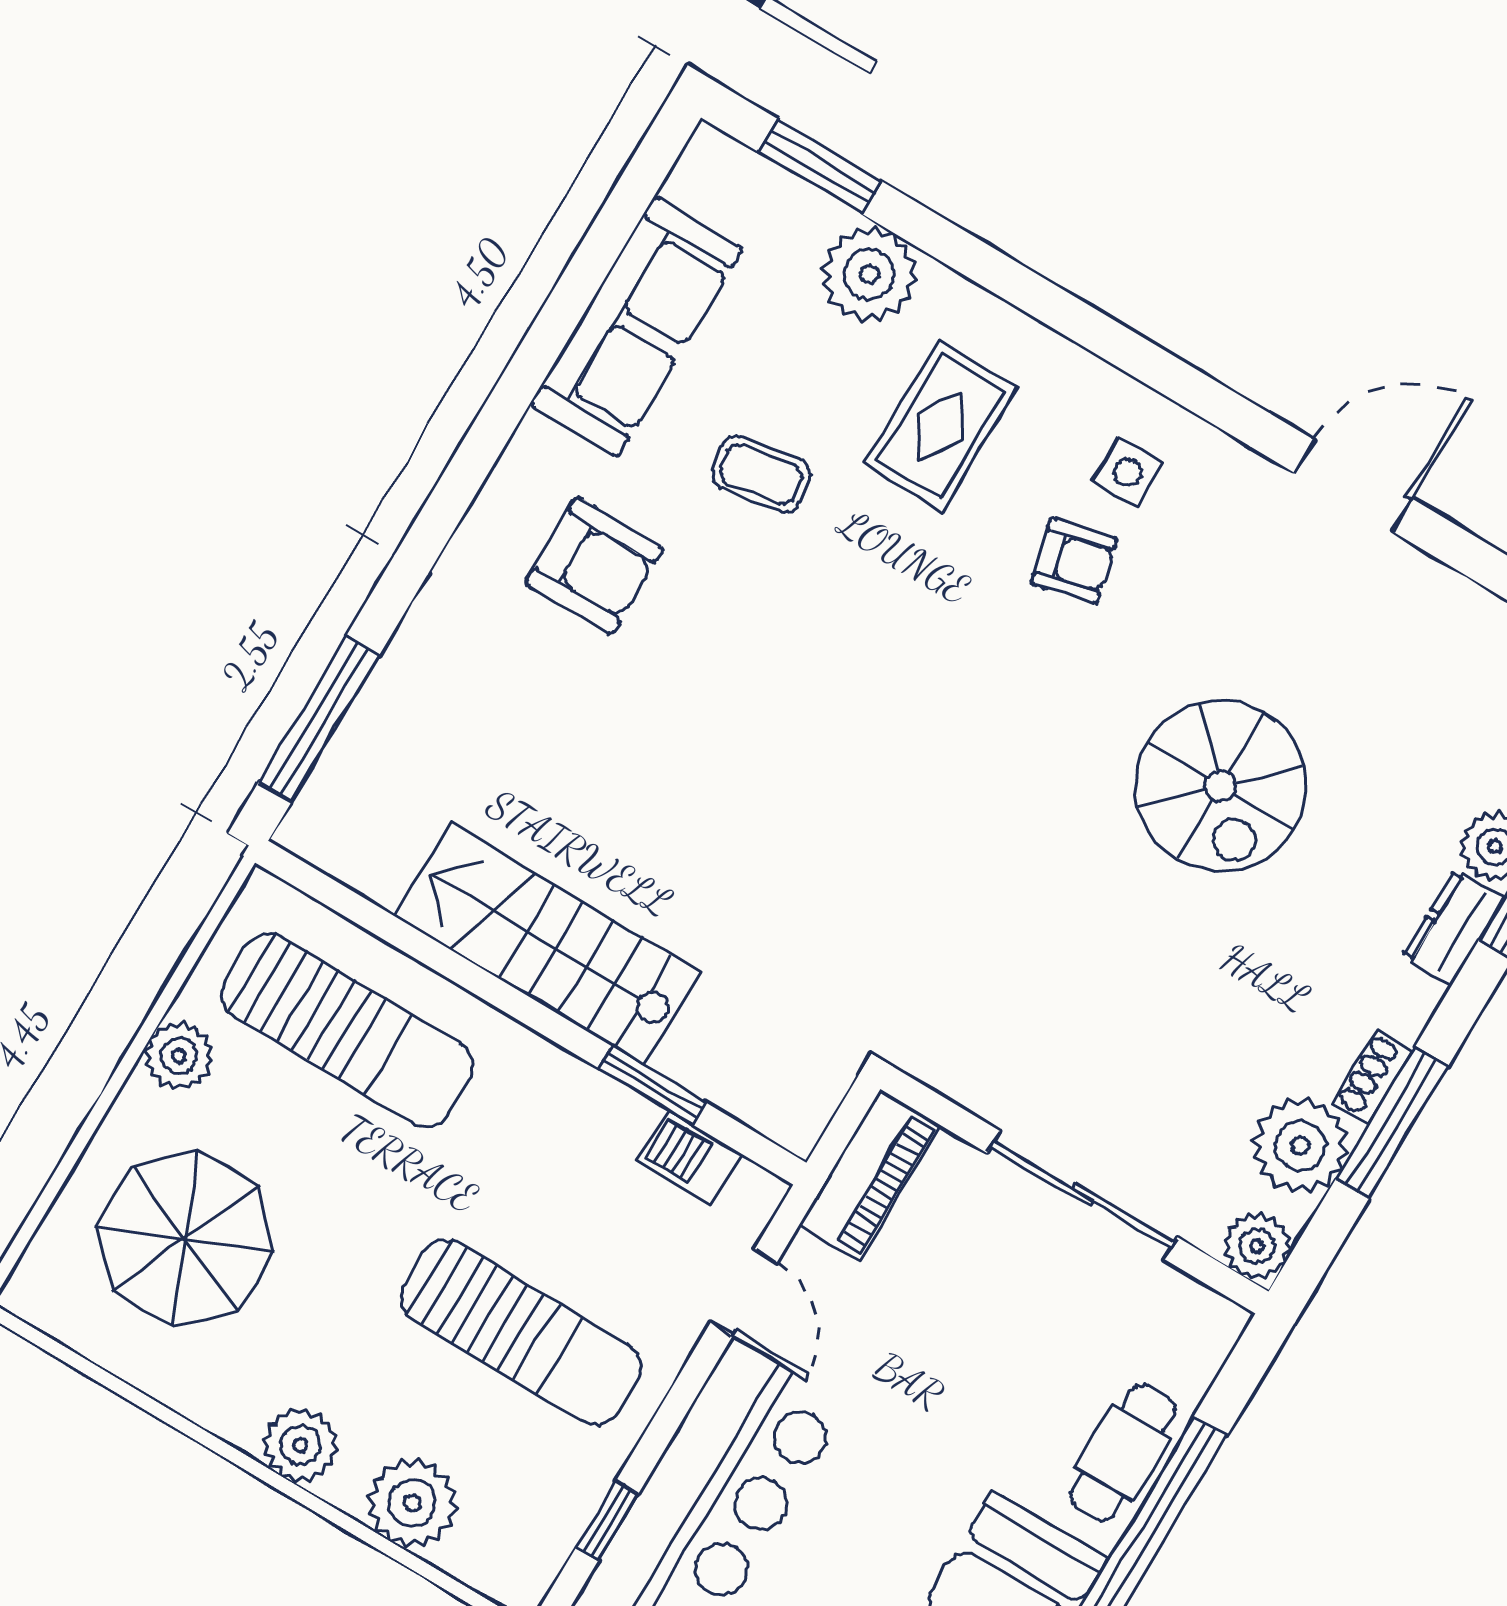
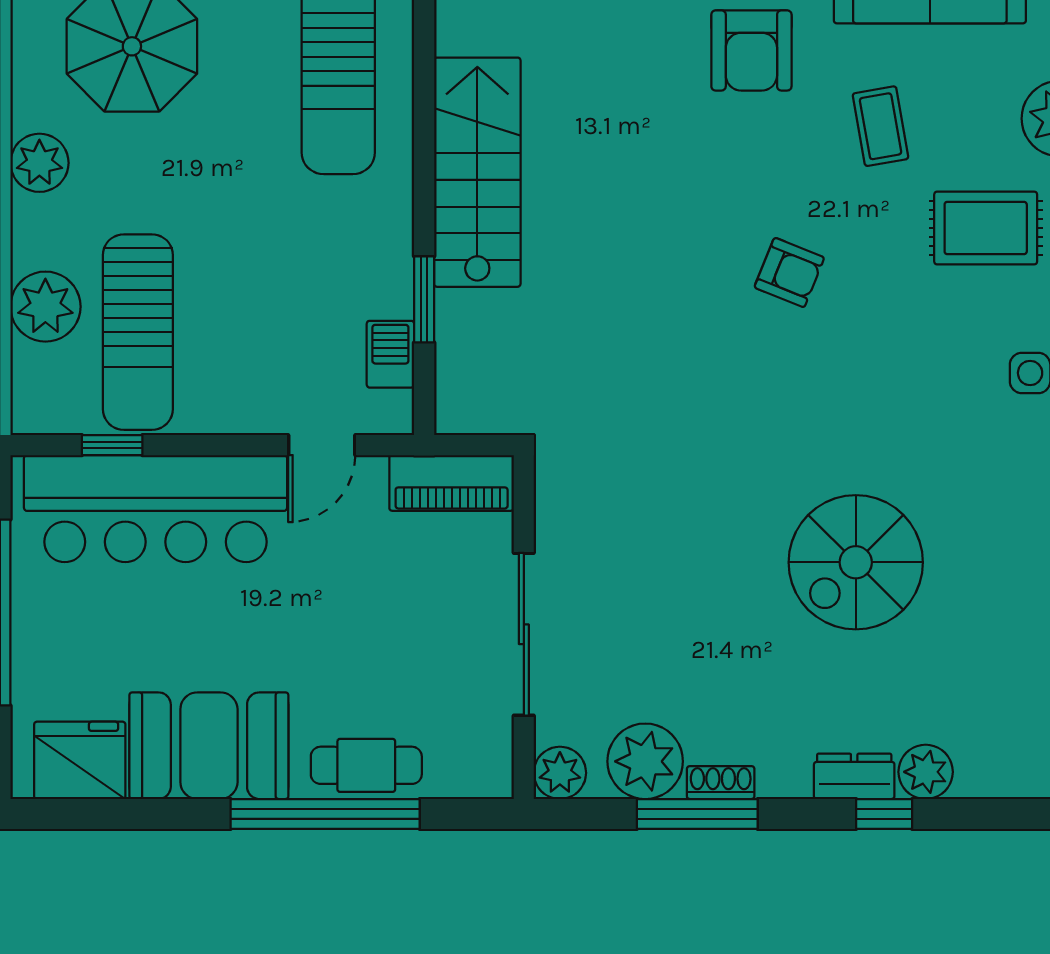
armchair: (1074, 561) -> (789, 272), moved, turned -54
sun lounger: (521, 1332) -> (138, 332), moved
plant: (301, 1445) -> (39, 163), moved

